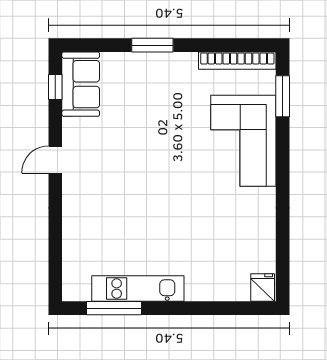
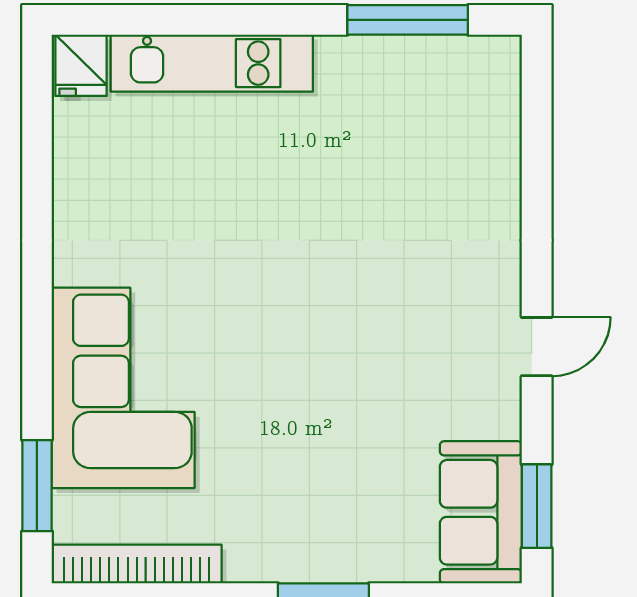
window: (55, 87) -> (537, 506), width x1.50
kitchen unit: (138, 289) -> (212, 63), moved

